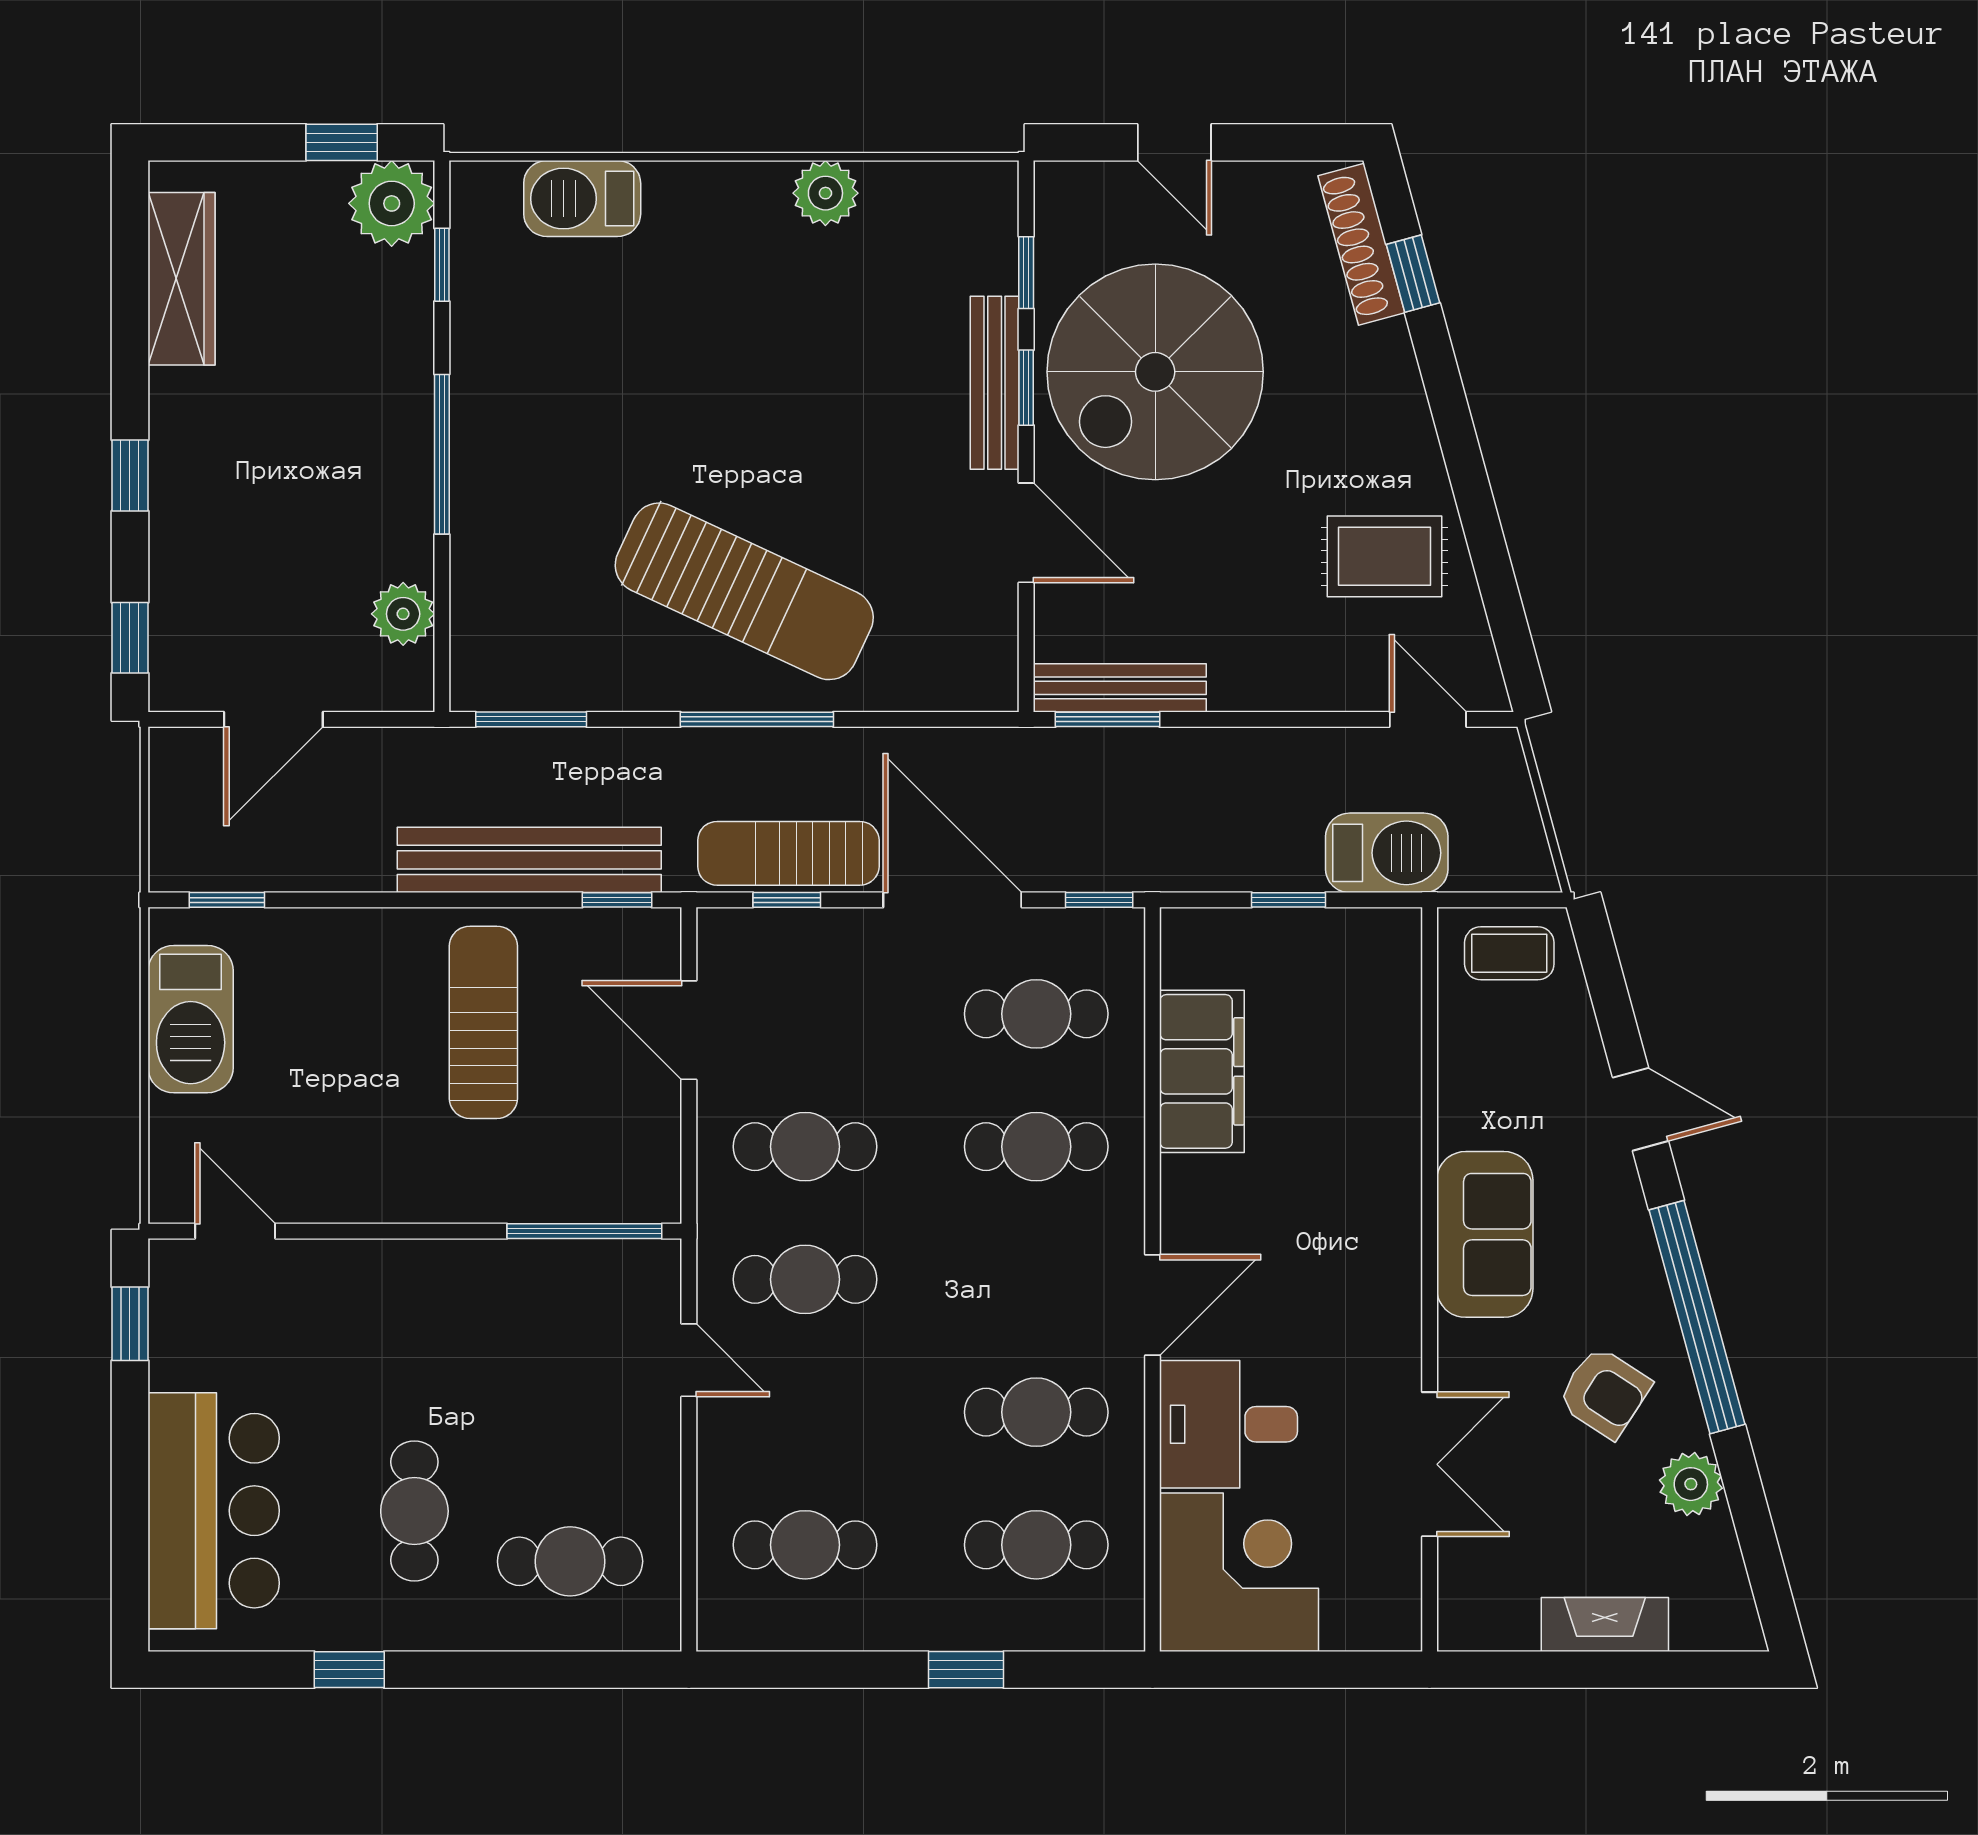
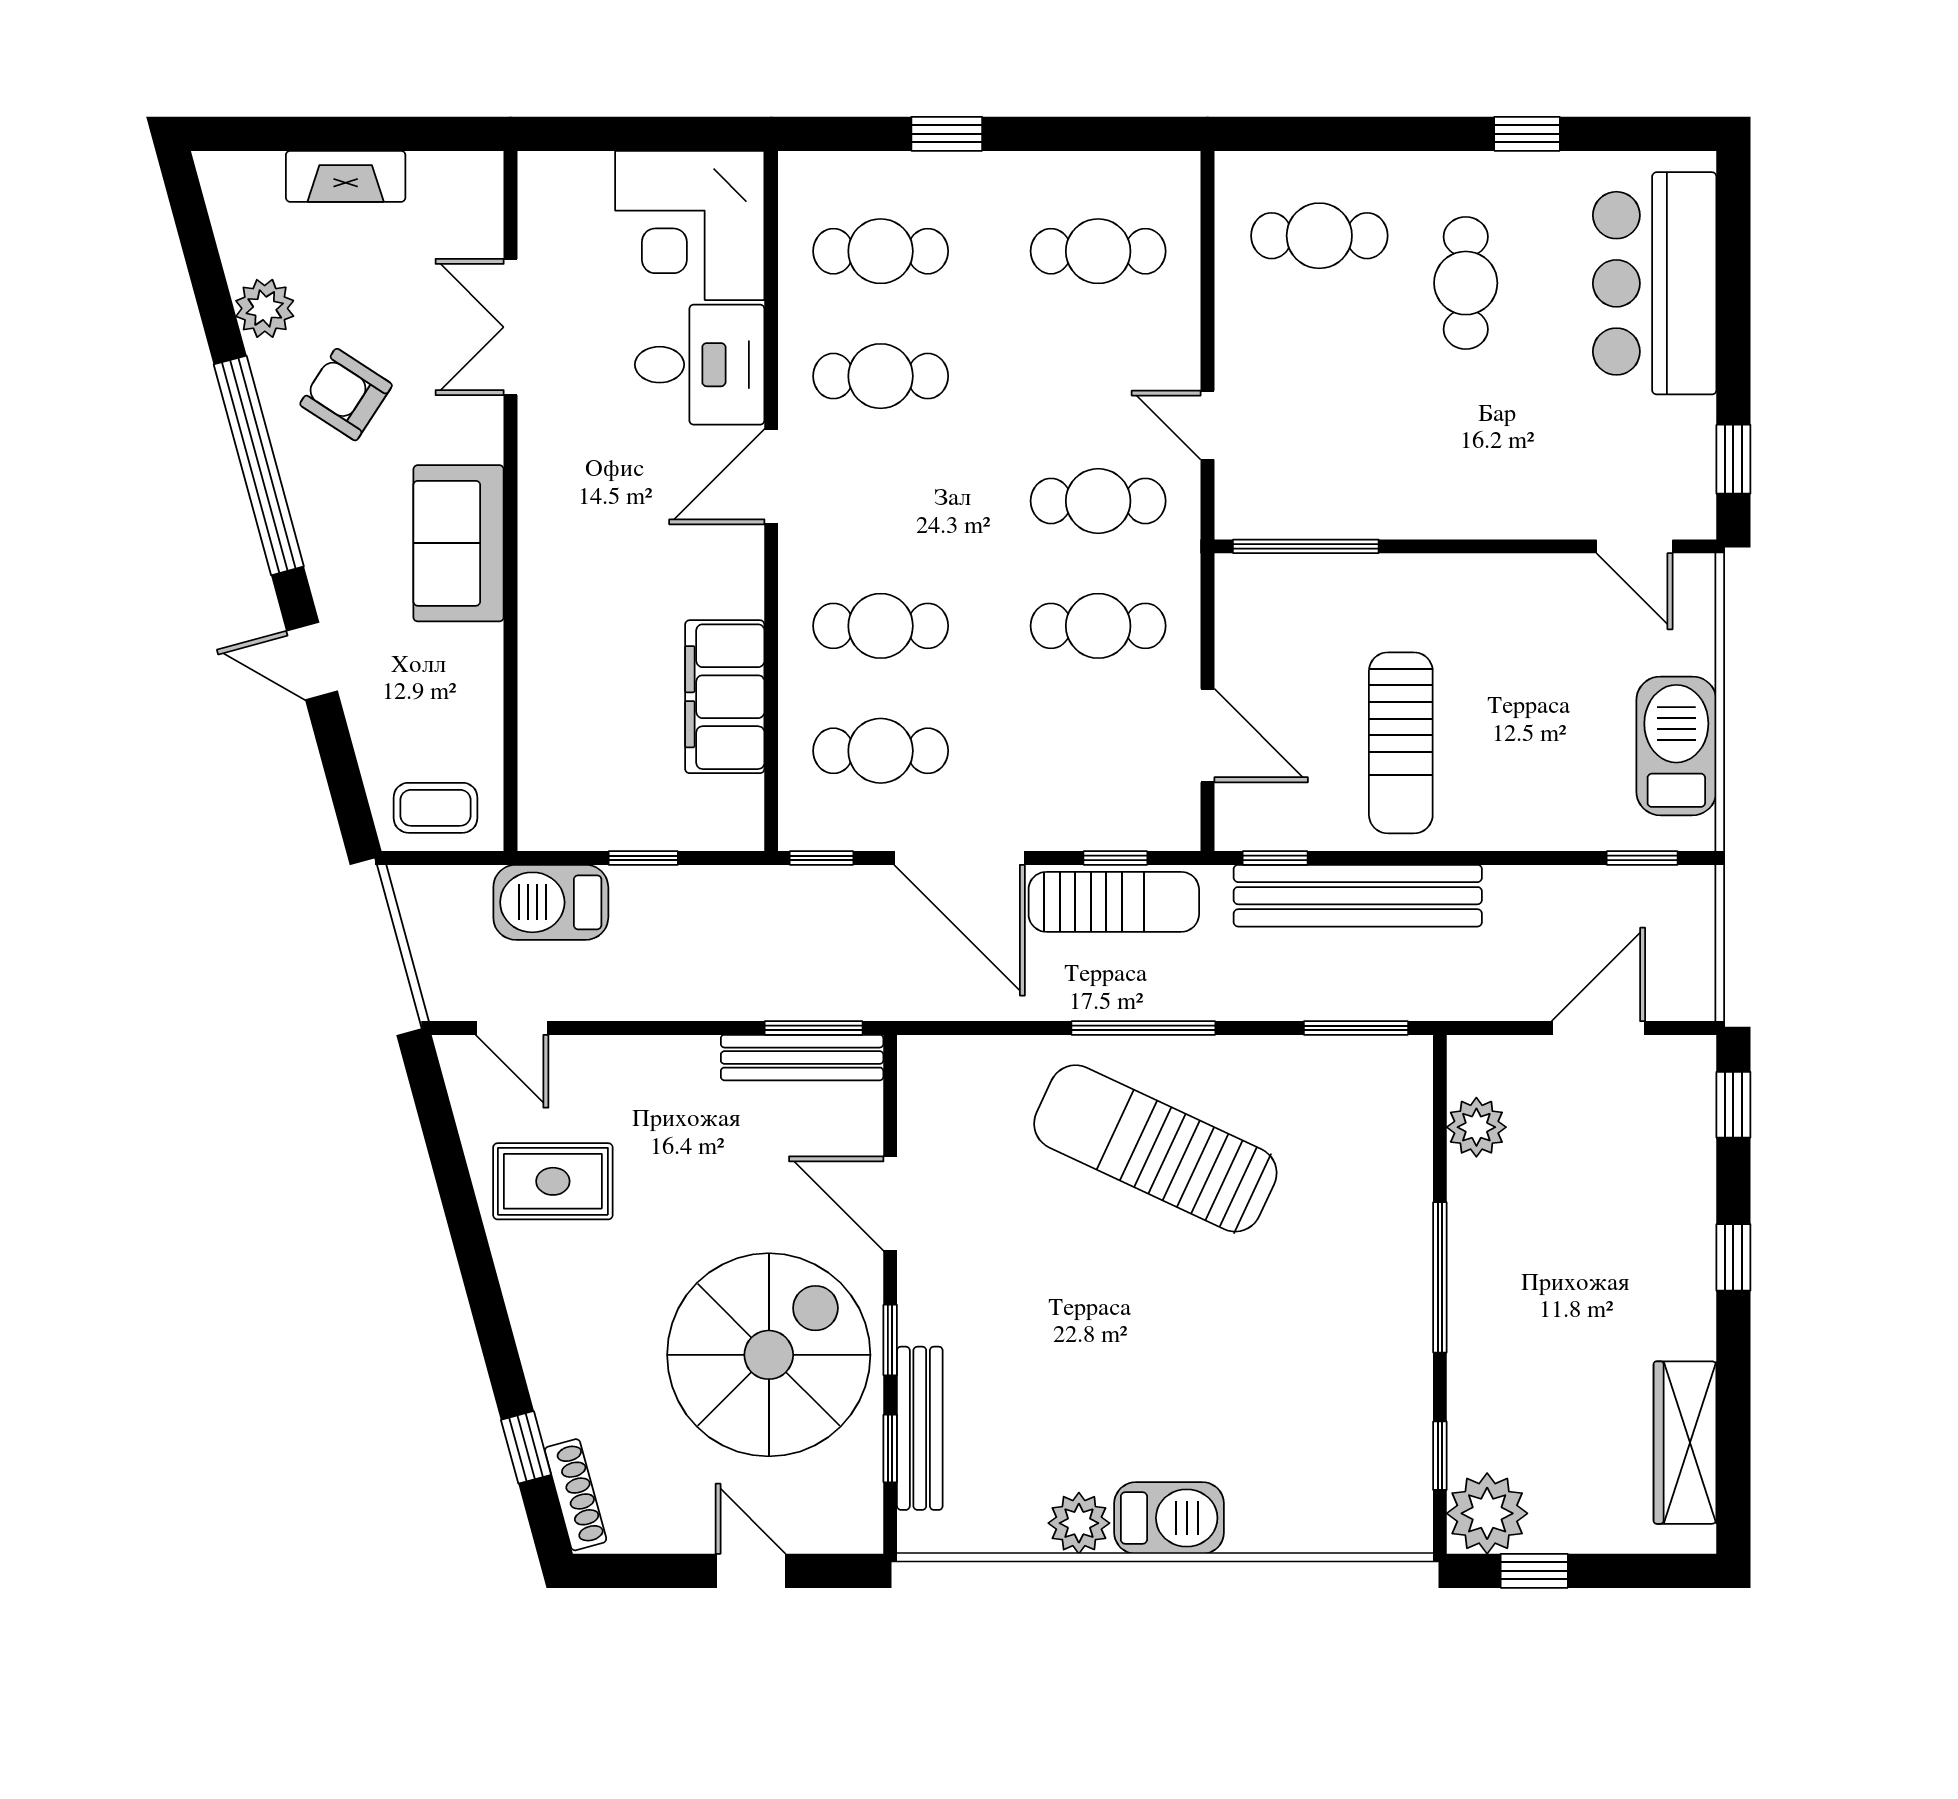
barbecue: (582, 199) -> (1169, 1518), moved
shoe rack: (1361, 244) -> (576, 1495), width x0.74, depth x0.81
bench: (995, 383) -> (920, 1428), moved

